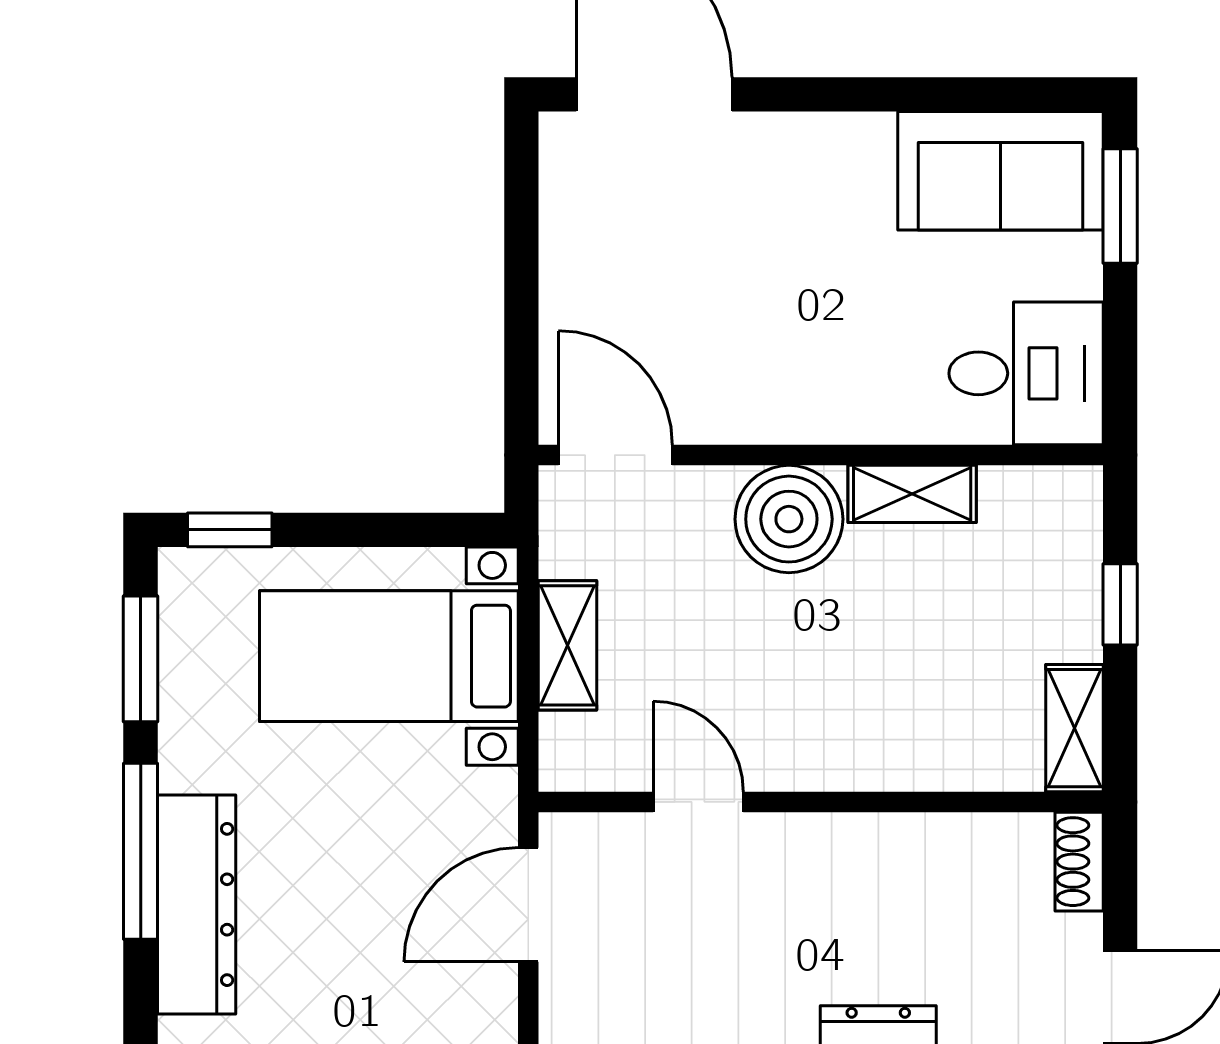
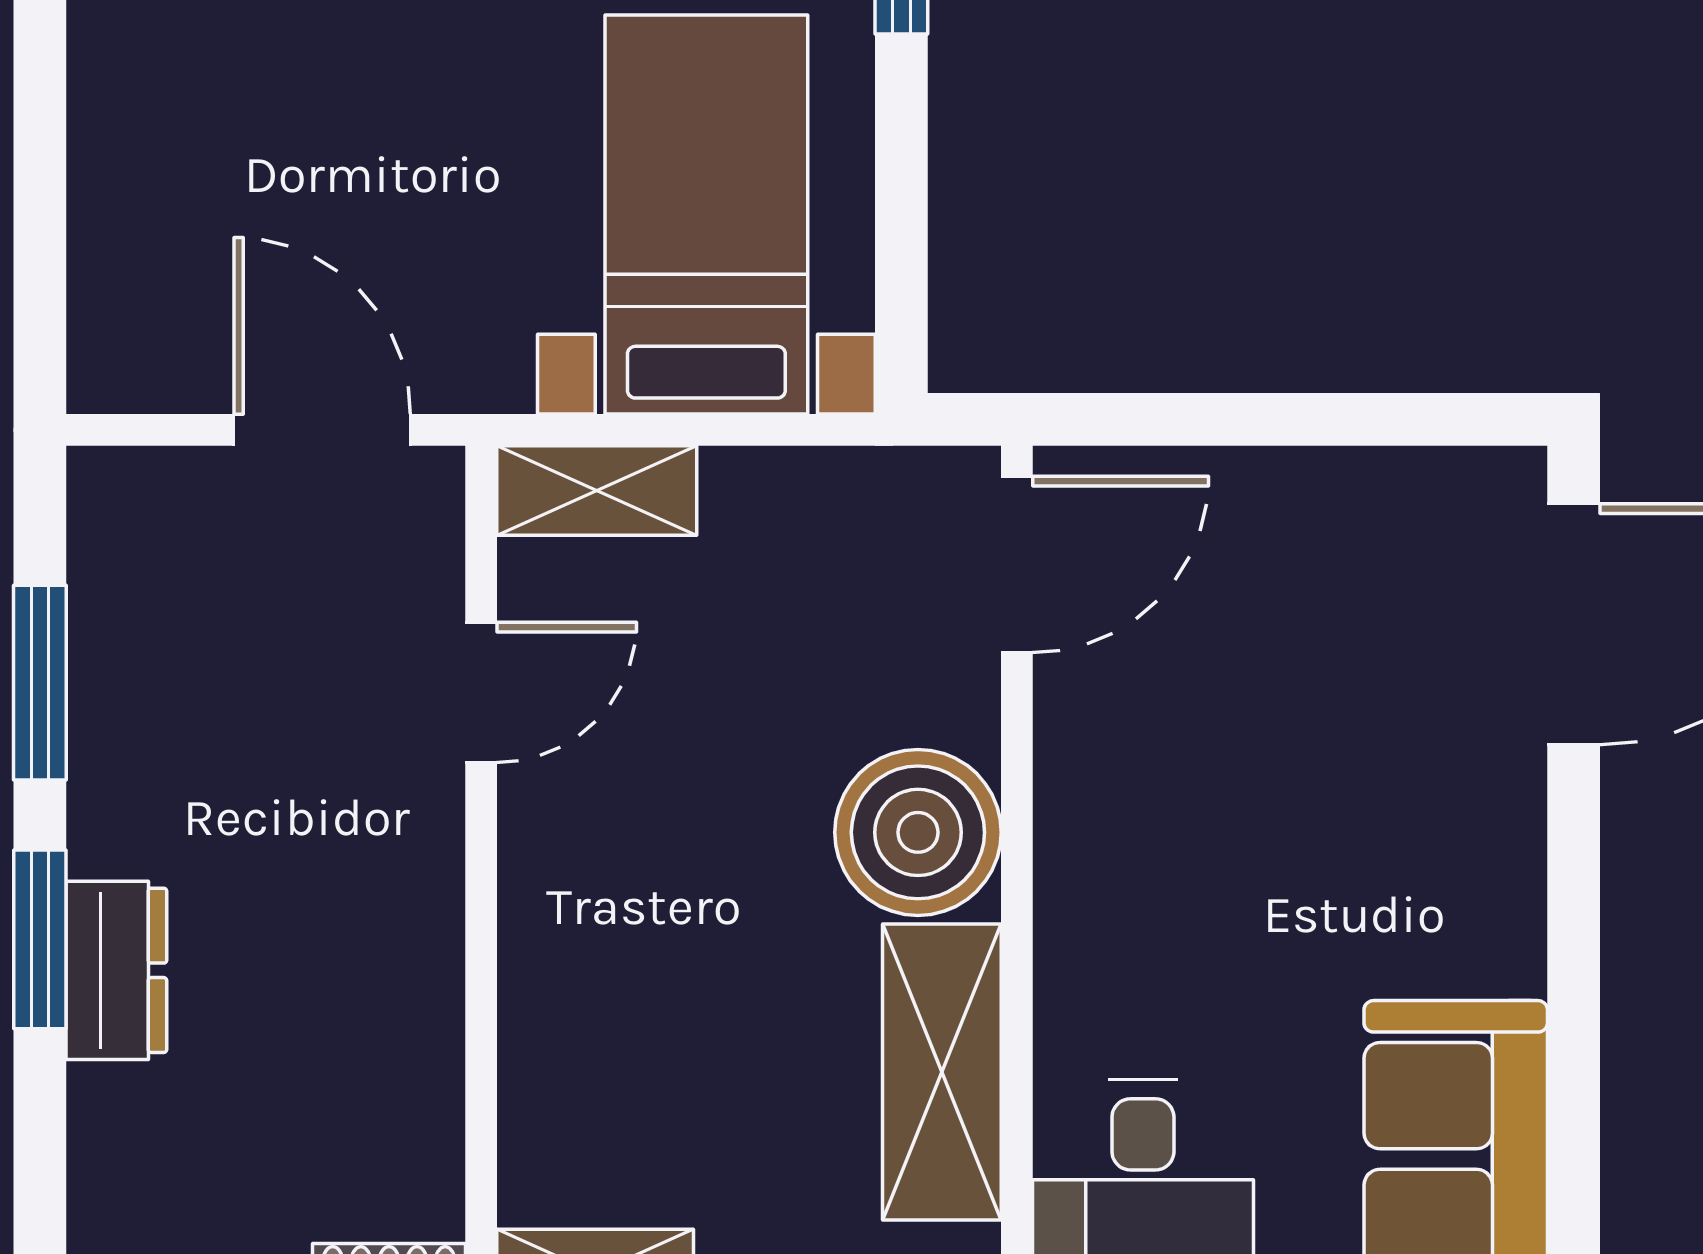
shelving: (912, 494) -> (942, 1072), width x1.50, depth x1.33
shelving: (568, 645) -> (597, 491), moved

